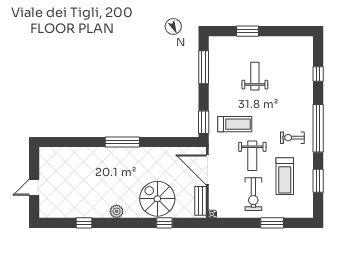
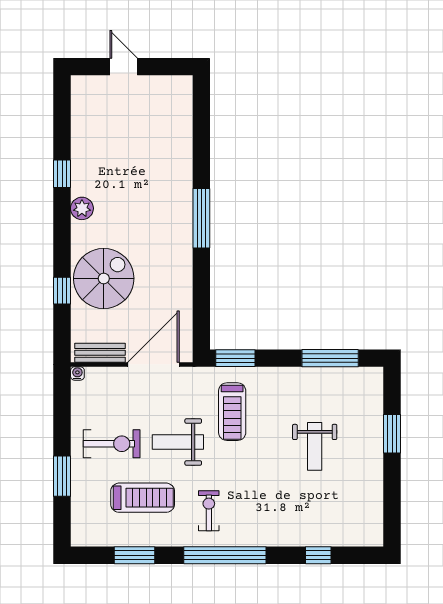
weight bench: (255, 76) -> (315, 446), turned 90
treadmill: (285, 176) -> (143, 498), turned 180
exercise bike: (253, 194) -> (112, 444), turned 180
window: (84, 223) -> (62, 174), moved

